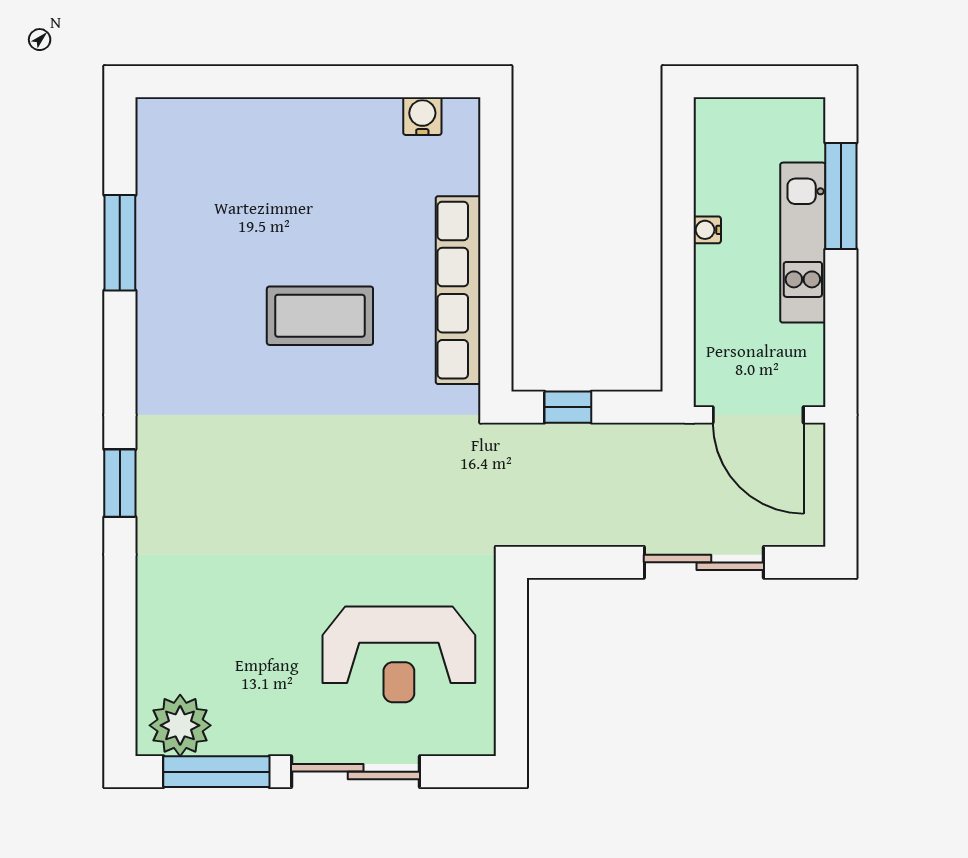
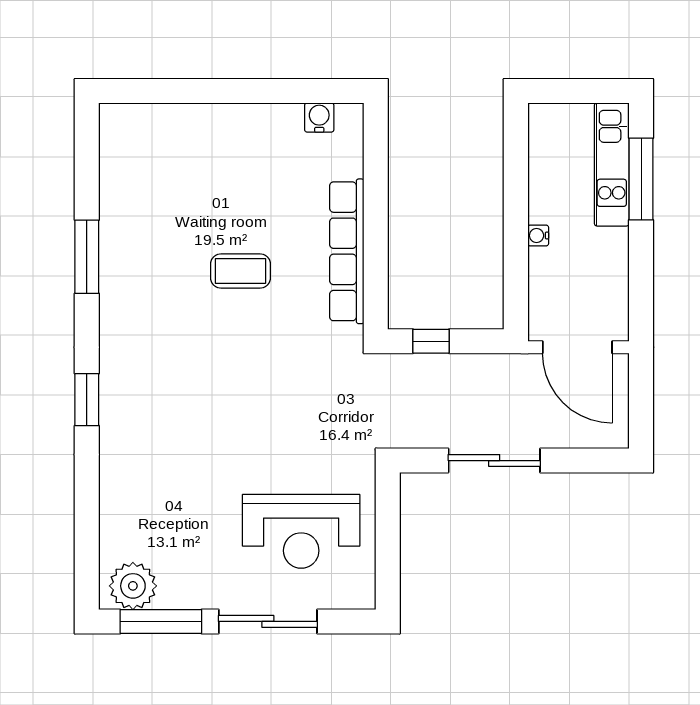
water cooler: (707, 230) -> (538, 236), moved
window: (120, 243) -> (87, 257), moved
kitchen unit: (803, 243) -> (612, 164), moved
coffee table: (320, 316) -> (241, 271), width x0.73, depth x0.76
sliding door: (704, 562) -> (494, 461), moved

